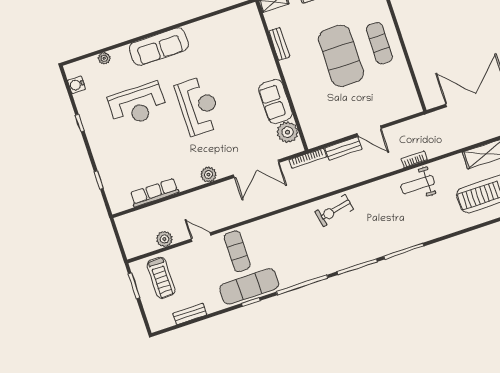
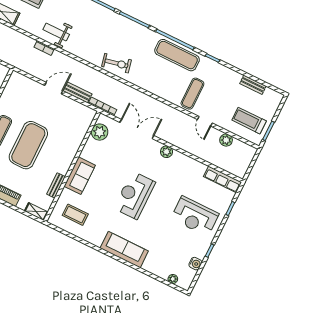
coffee table: (235, 34) -> (75, 215), added
plant: (104, 58) -> (173, 279), moved
water cooler: (77, 85) -> (195, 264), moved
sofa: (275, 101) -> (80, 176), moved
reception desk: (137, 105) -> (195, 216), moved, turned 180
door: (369, 131) -> (54, 88), hinge flipped
weight bench: (418, 185) -> (56, 32), turned 180
row of seats: (154, 193) -> (223, 179), moved
treadmill: (161, 278) -> (249, 121), turned -90
exercise mat: (249, 286) -> (177, 55), moved

